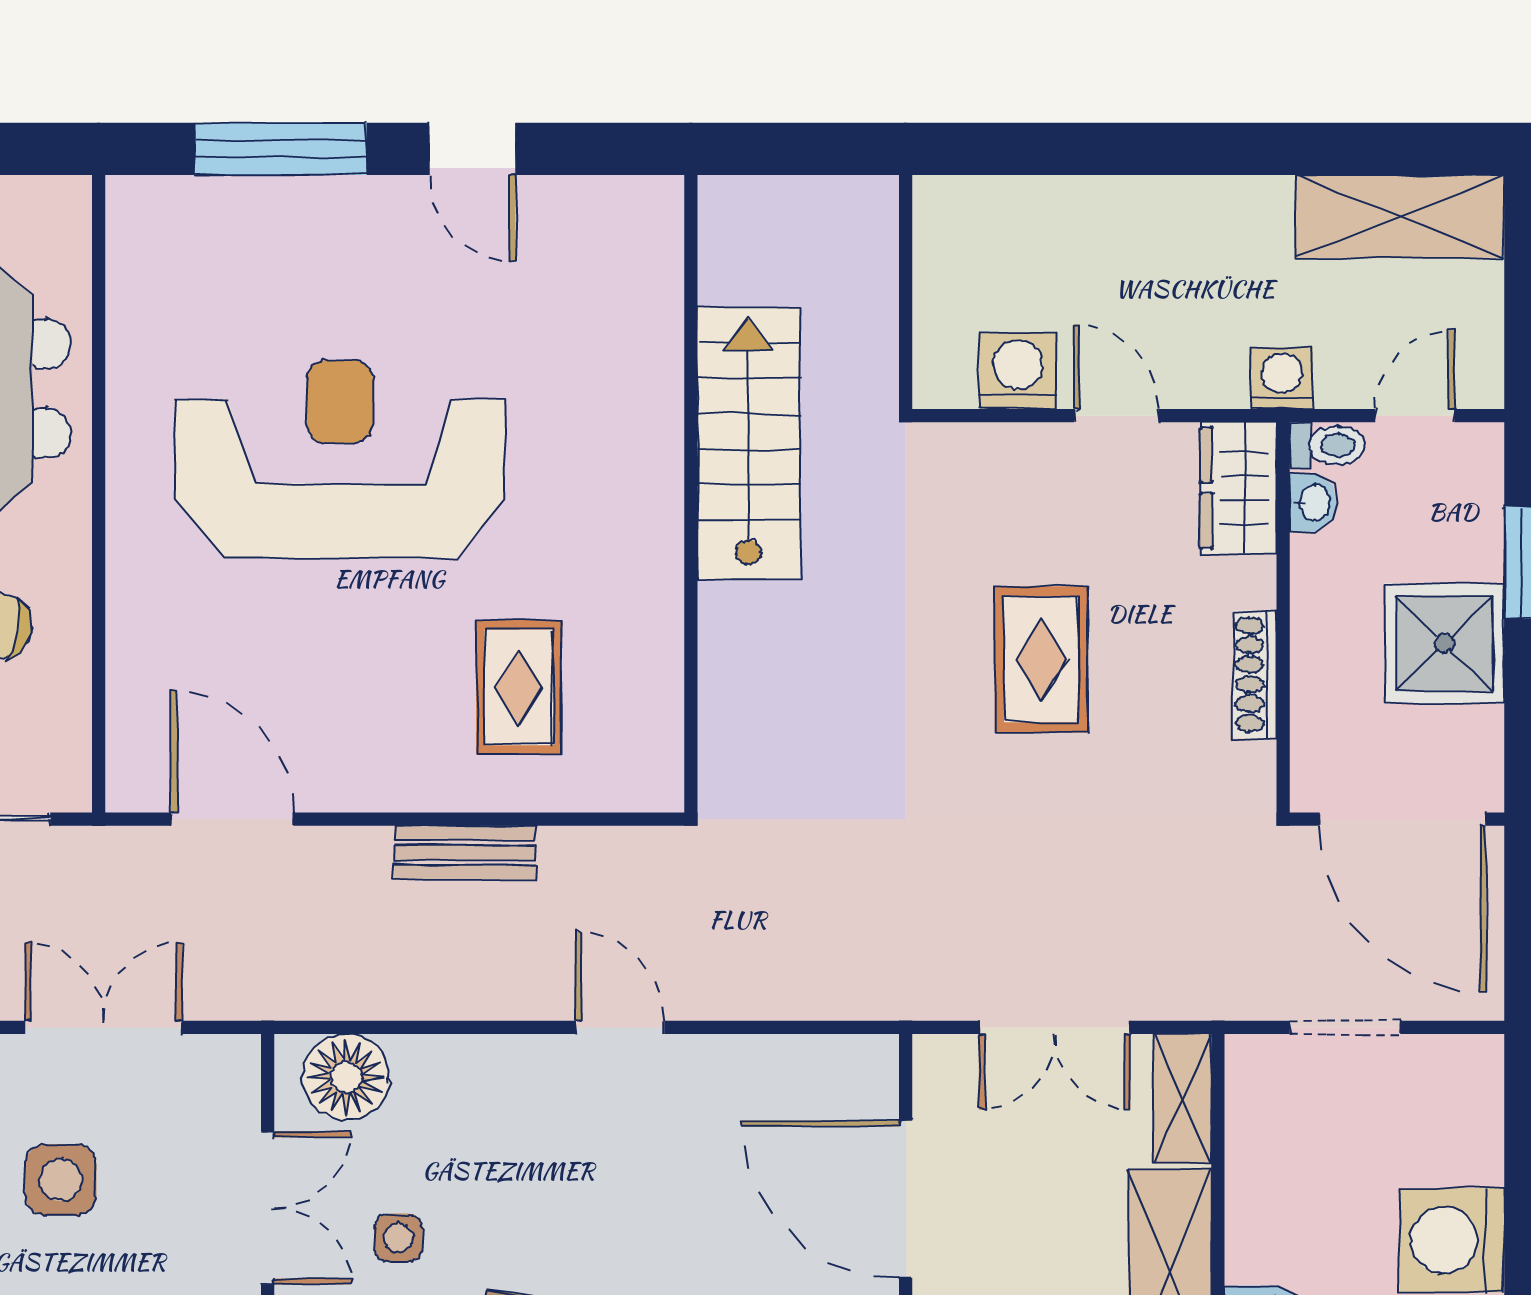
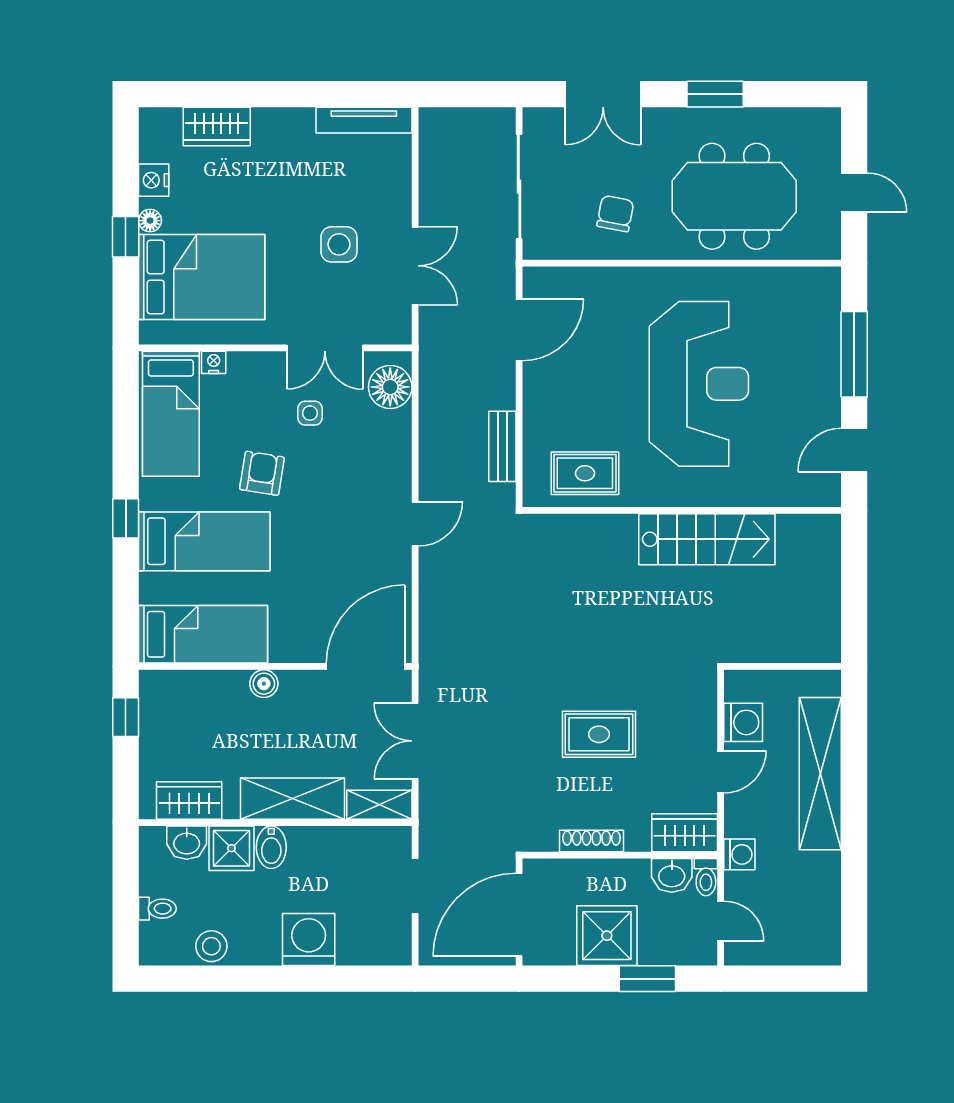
shelving: (1400, 217) -> (820, 774), moved, width x1.47
stairs: (749, 443) -> (707, 539), moved
wall: (691, 494) -> (682, 510), moved
washbasin: (1313, 503) -> (672, 875), width x1.38, depth x1.45
door: (906, 1199) -> (366, 666), moved

